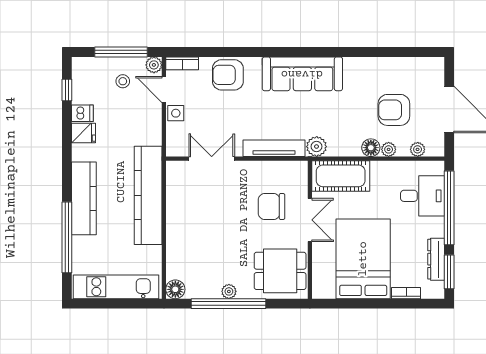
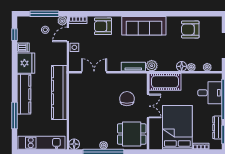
door: (164, 90) -> (68, 34), hinge flipped
armchair: (394, 110) -> (190, 29), moved
fridge: (84, 133) -> (26, 63), width x1.88, depth x1.34
tv unit: (274, 148) -> (133, 67), width x0.71
chair: (271, 207) -> (127, 99), turned 90
window: (67, 237) -> (15, 116), width x0.68

